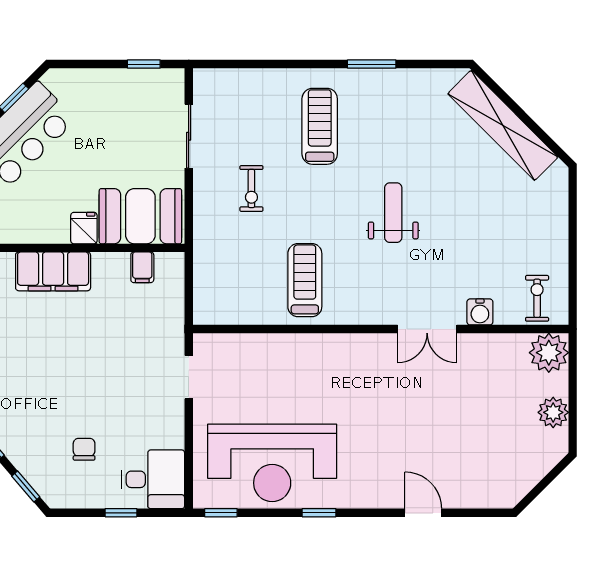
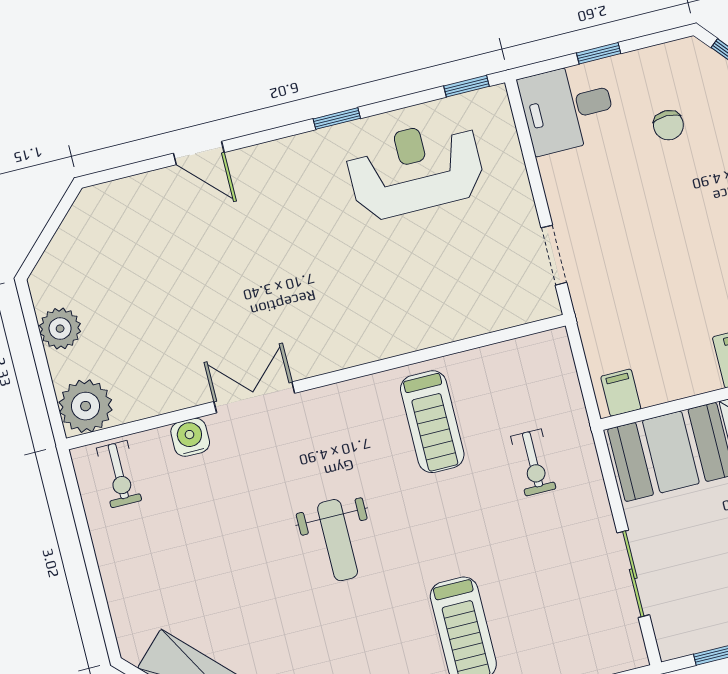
exercise bike: (251, 189) -> (533, 462), moved, turned 180
filing cabinet: (142, 267) -> (621, 393), moved
reception desk: (272, 463) -> (415, 169), width x0.74, depth x0.77

